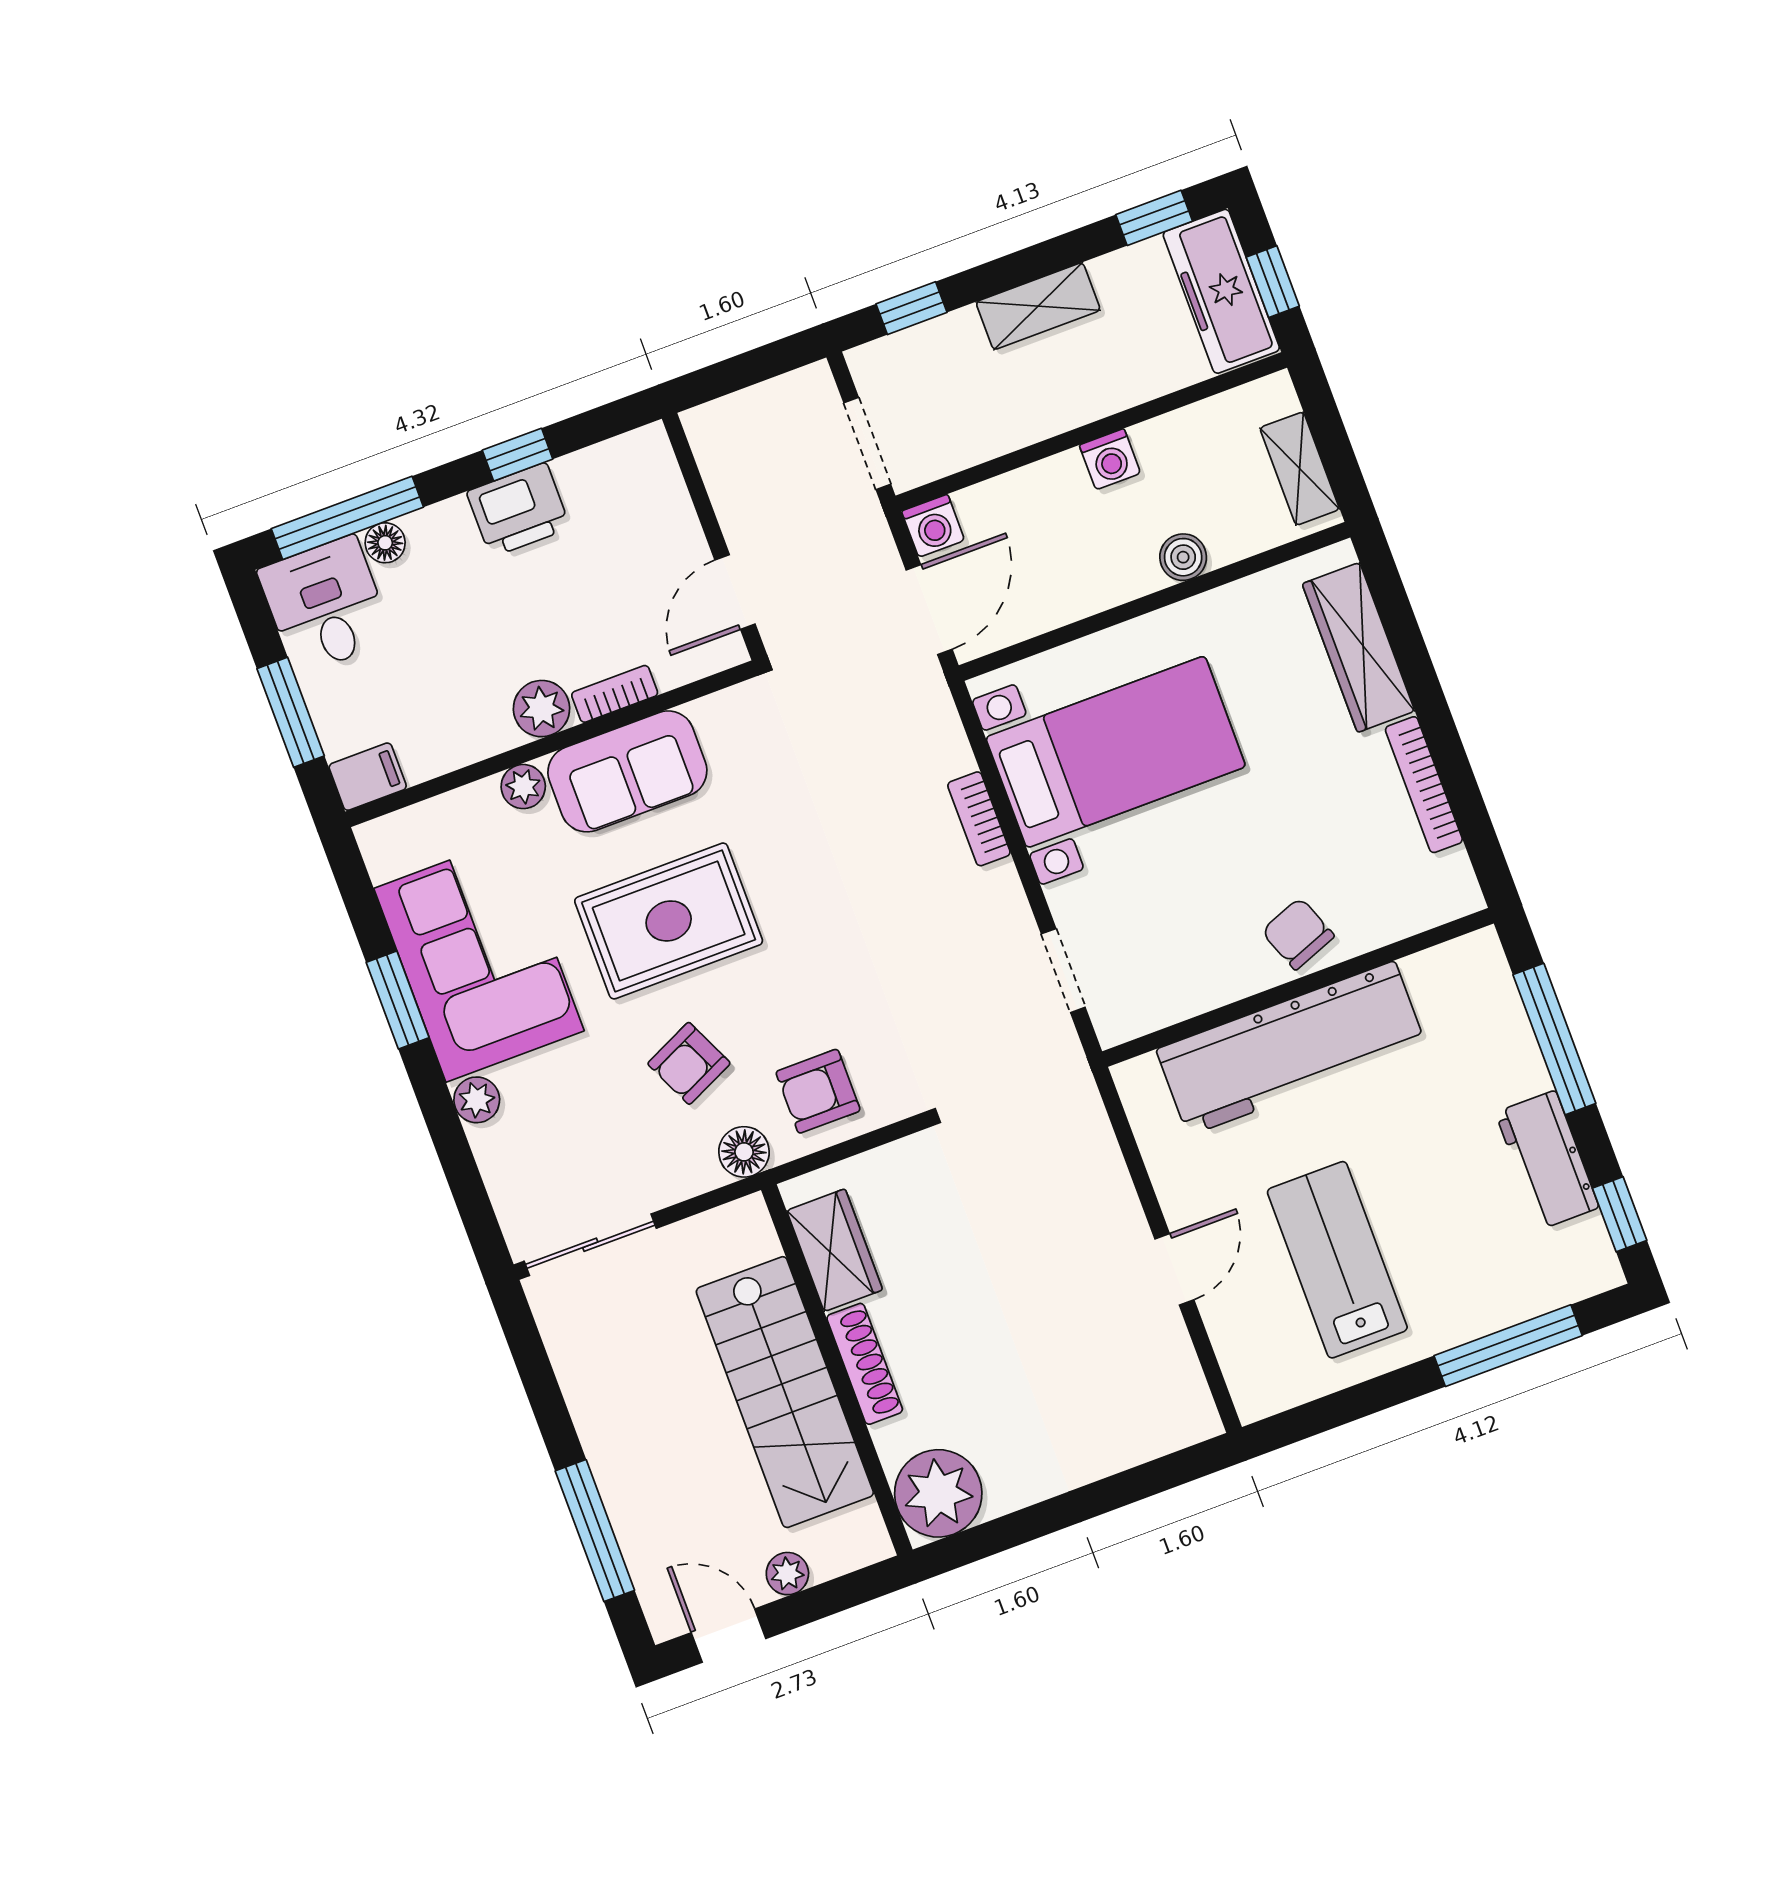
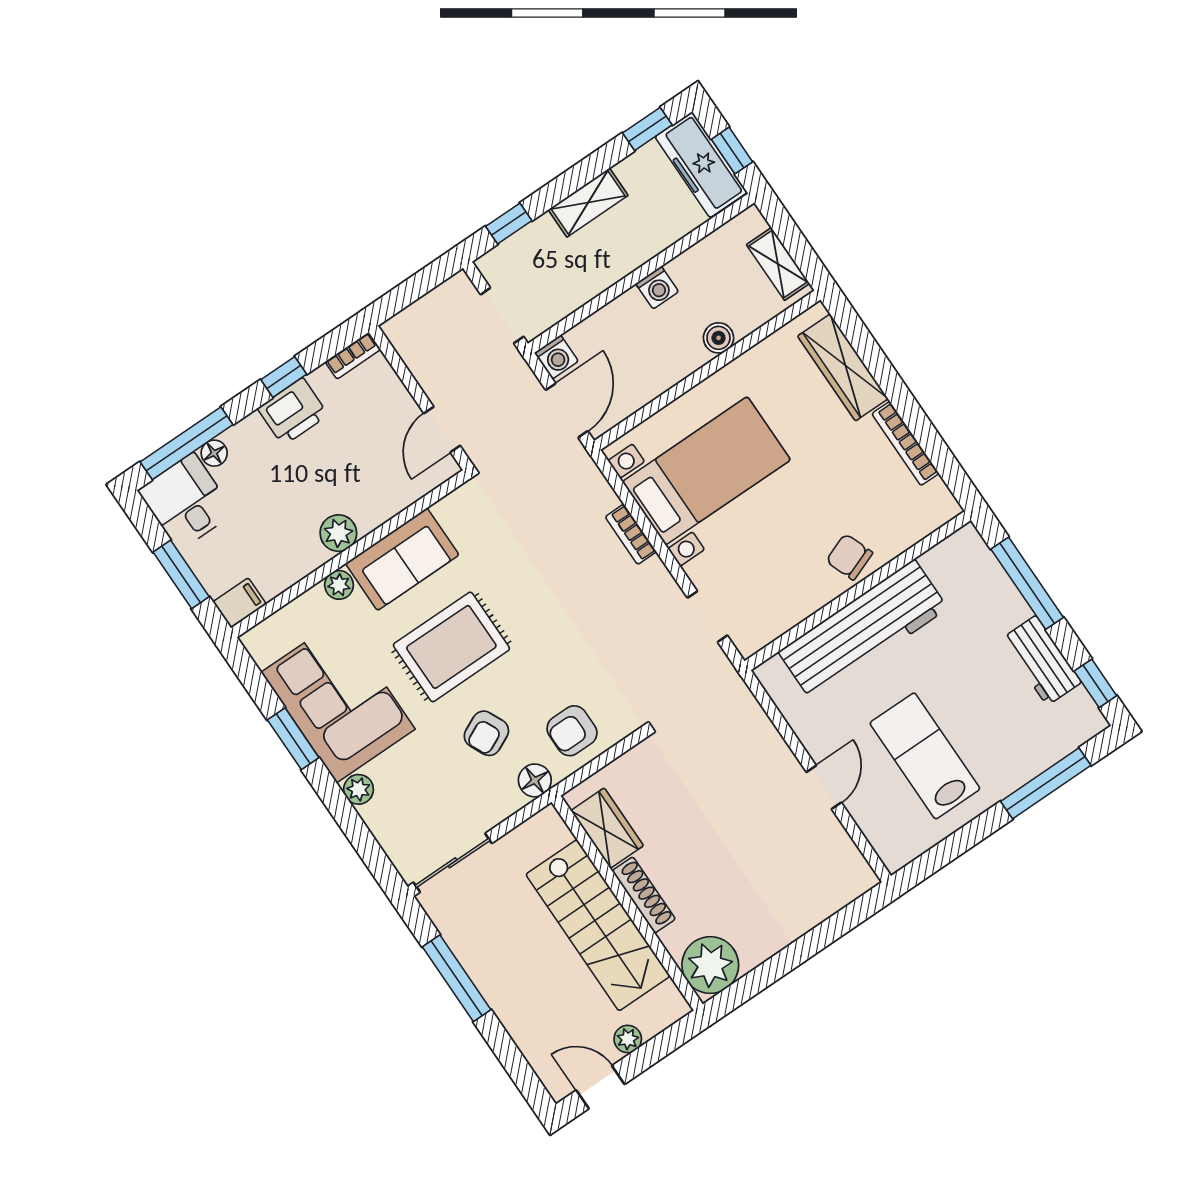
bookcase: (615, 694) -> (353, 356), moved, turned 180
window: (595, 1531) -> (457, 978), moved

